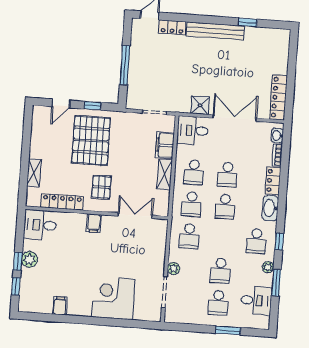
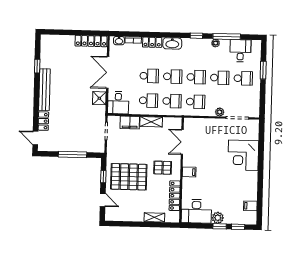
desk: (40, 225) -> (196, 211), width x1.37
school desk: (256, 241) -> (196, 77), moved
window: (276, 283) -> (227, 37), width x1.44
filing cabinet: (60, 306) -> (250, 206), moved

